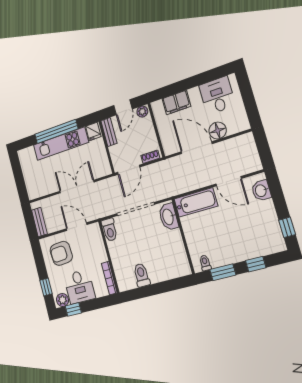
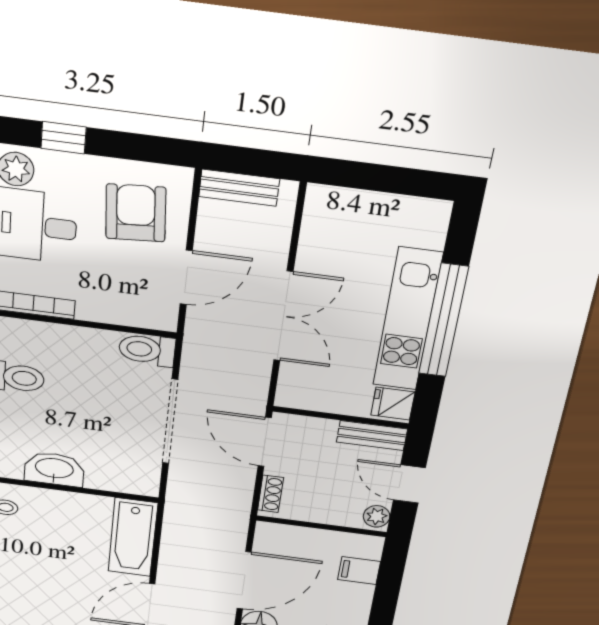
filing cabinet: (176, 102) -> (359, 571), width x0.50
washbasin: (168, 217) -> (54, 469), moved

